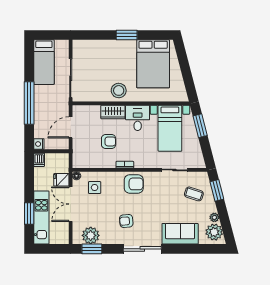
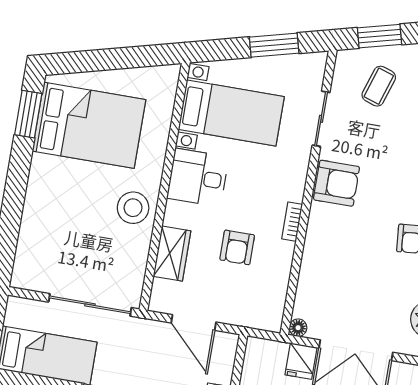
window: (127, 35) -> (28, 114), moved
wardrobe: (113, 112) -> (172, 254), moved
window: (200, 126) -> (274, 45), moved
armchair: (109, 141) -> (237, 247), turned 180
armchair: (134, 184) -> (336, 183), moved, turned 90
side table: (95, 188) -> (329, 294), removed

